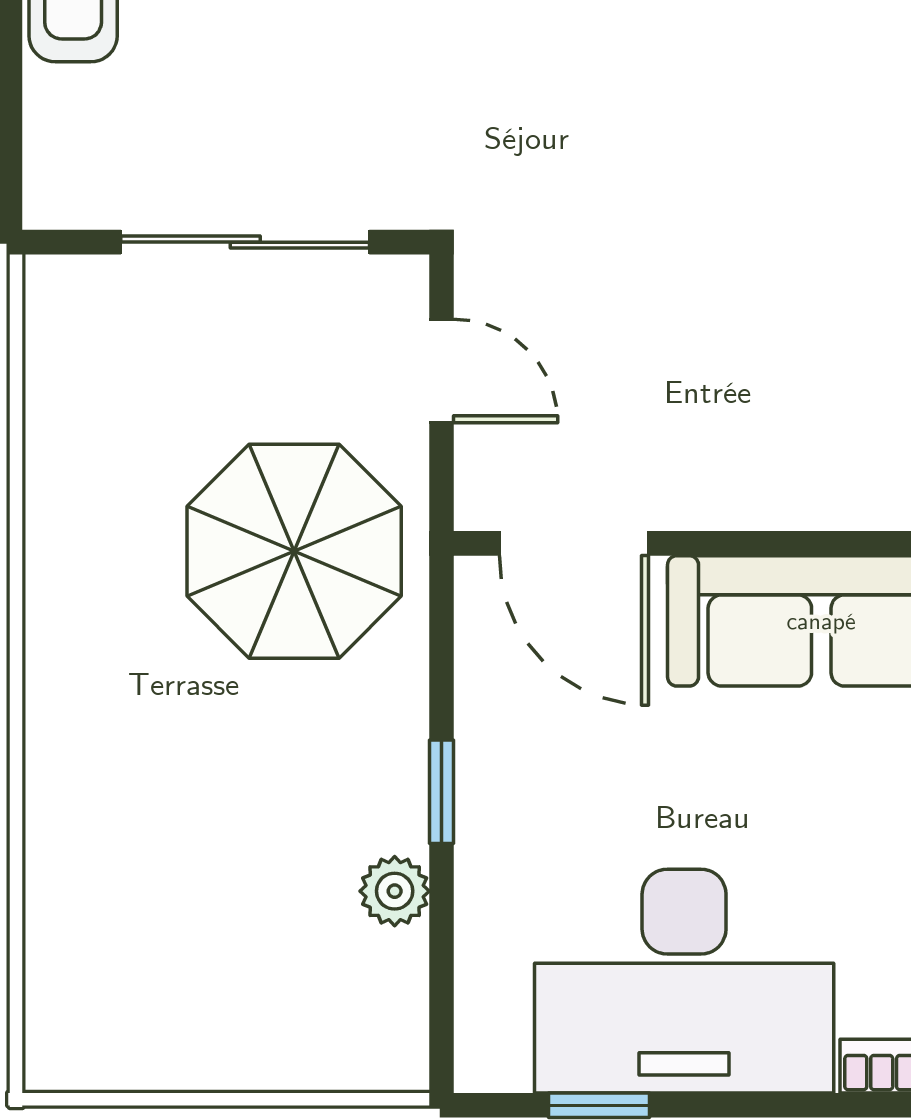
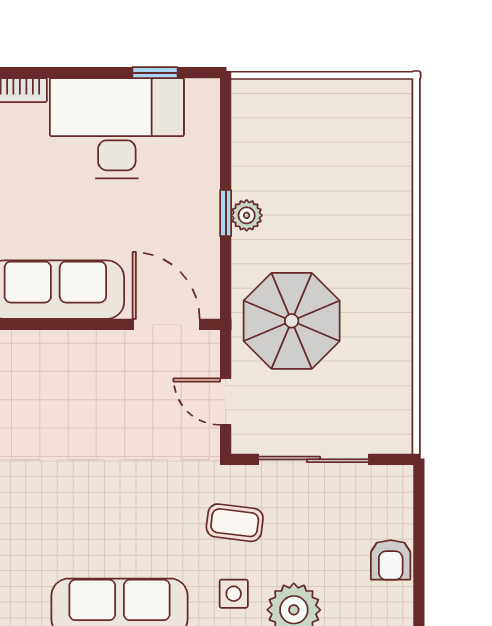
coffee table: (421, 101) -> (235, 523), added
plant: (395, 891) -> (247, 215), moved

